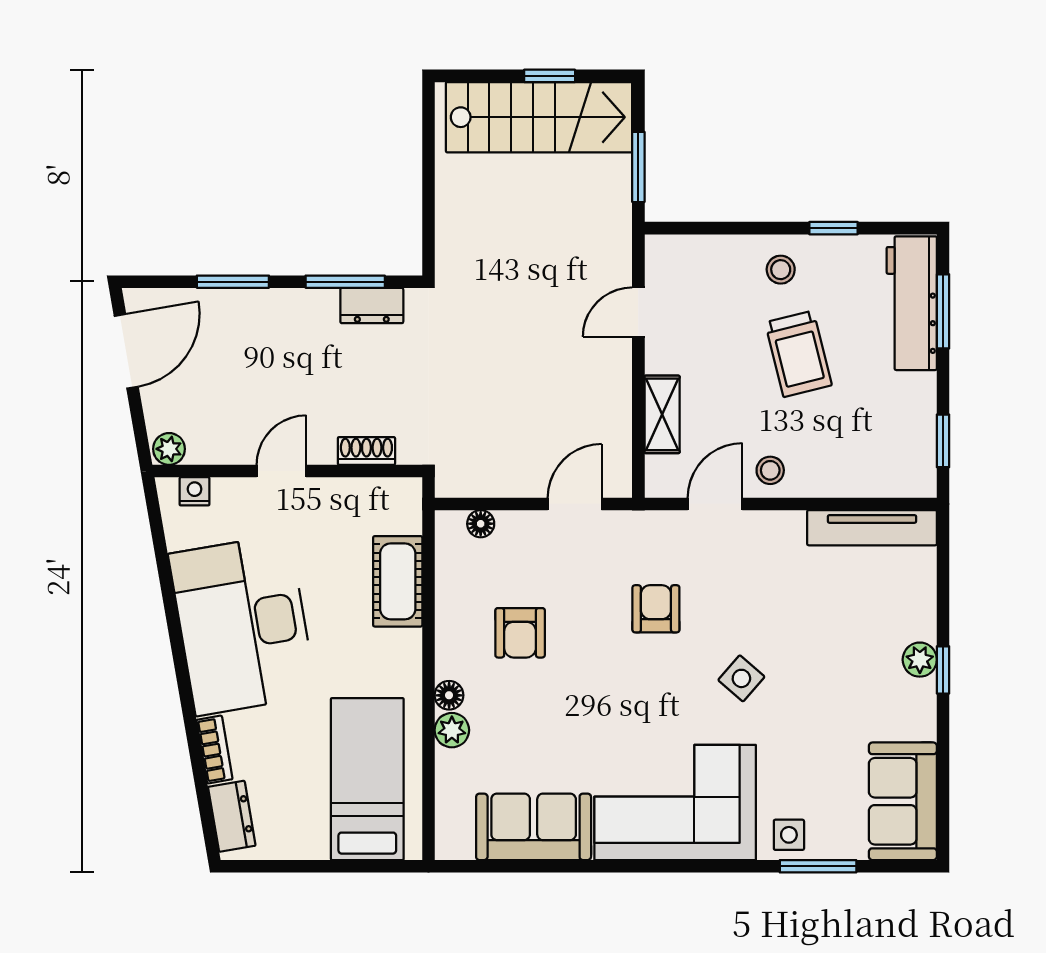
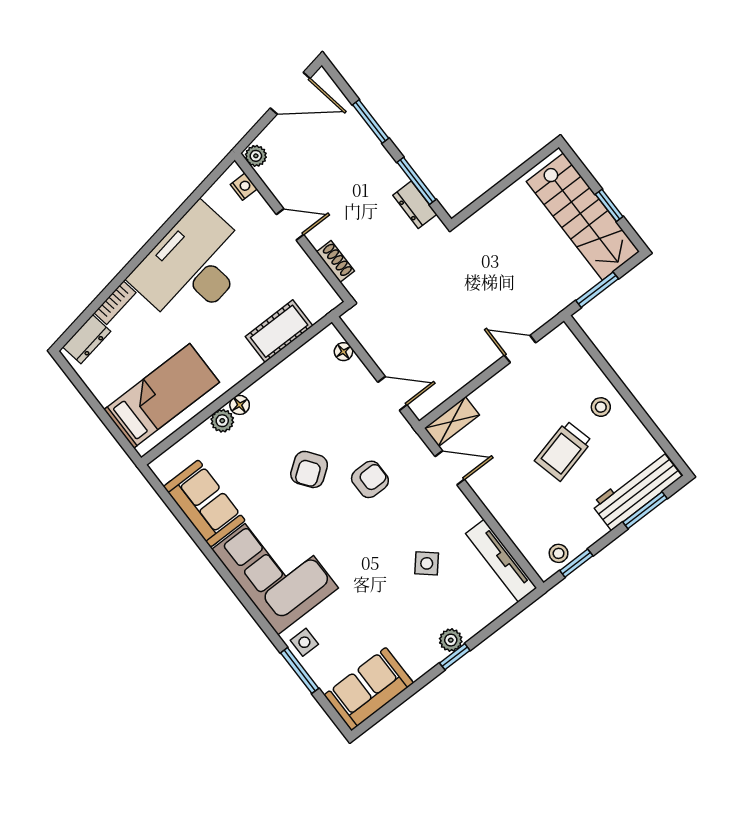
window: (833, 228) -> (644, 418), removed
shelving: (662, 414) -> (452, 421), moved
stool: (770, 470) -> (559, 553), moved
armchair: (520, 633) -> (309, 469), moved, turned -36
side table: (741, 678) -> (427, 563), moved

